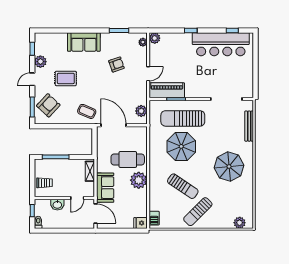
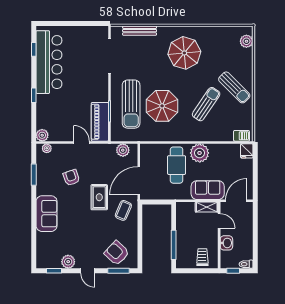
rug: (66, 78) -> (99, 197), moved
shelving: (90, 171) -> (207, 207), moved

